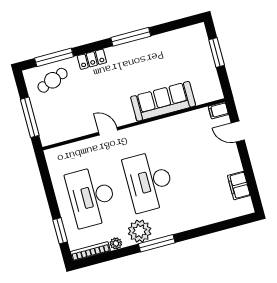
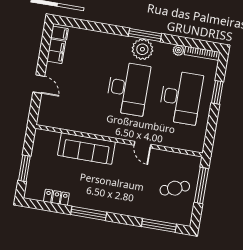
locker: (92, 59) -> (56, 197), moved
cafe table: (53, 80) -> (175, 188), moved
filing cabinet: (218, 110) -> (60, 33), moved
door: (238, 131) -> (39, 84), moved
window: (60, 231) -> (217, 92), moved
plant: (140, 231) -> (142, 49), moved

